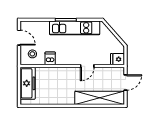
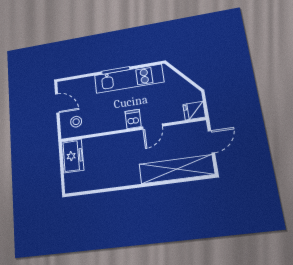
dishwasher: (50, 58) -> (133, 119), moved
freezer: (28, 83) -> (72, 156), width x0.71

